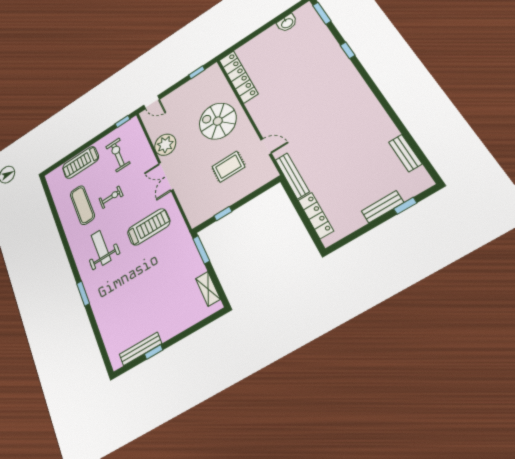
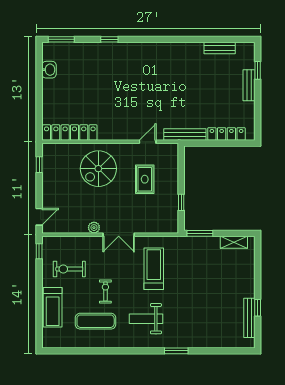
plant: (165, 145) -> (94, 228), width x0.53, depth x0.53

